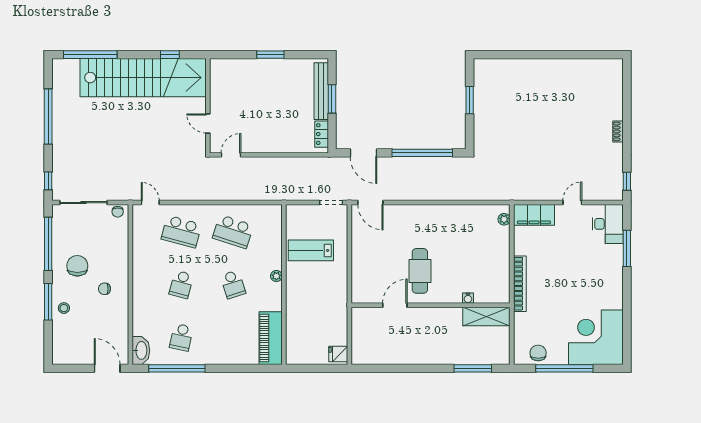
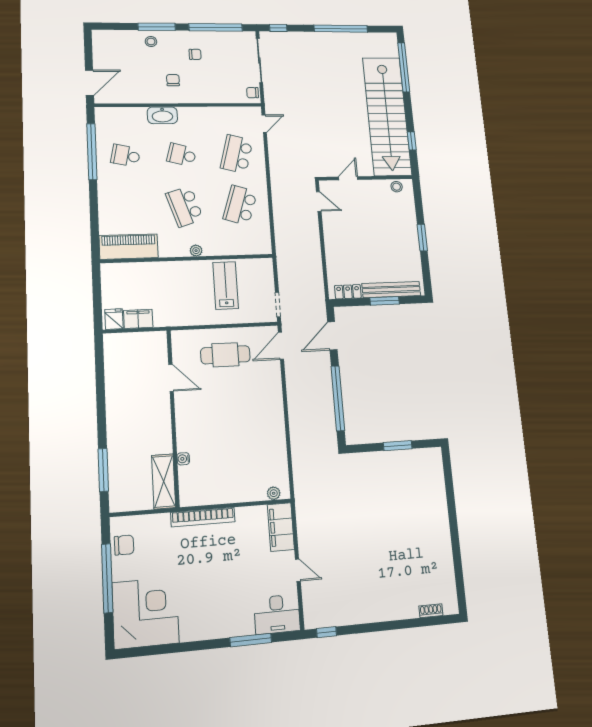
stool: (218, 75) -> (397, 187), added
shoe rack: (618, 131) -> (431, 611), moved
chair: (77, 266) -> (195, 54), width x0.54, depth x0.54
cafe table: (420, 271) -> (225, 355), moved
school desk: (233, 284) -> (185, 207), width x1.85
filing cabinet: (339, 332) -> (138, 319), added
washbasin: (141, 350) -> (162, 115), moved

